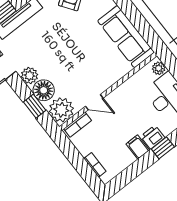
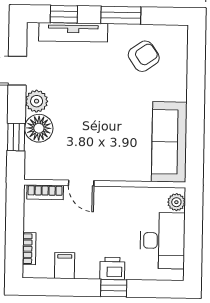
plant: (61, 110) -> (41, 163), removed
filing cabinet: (138, 147) -> (65, 266), moved

